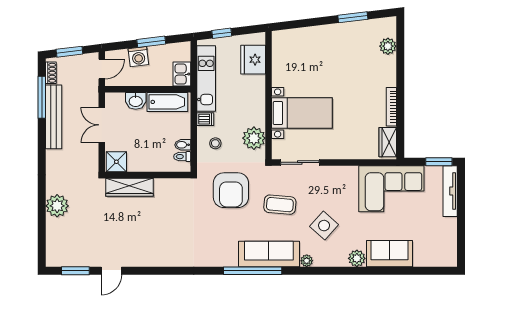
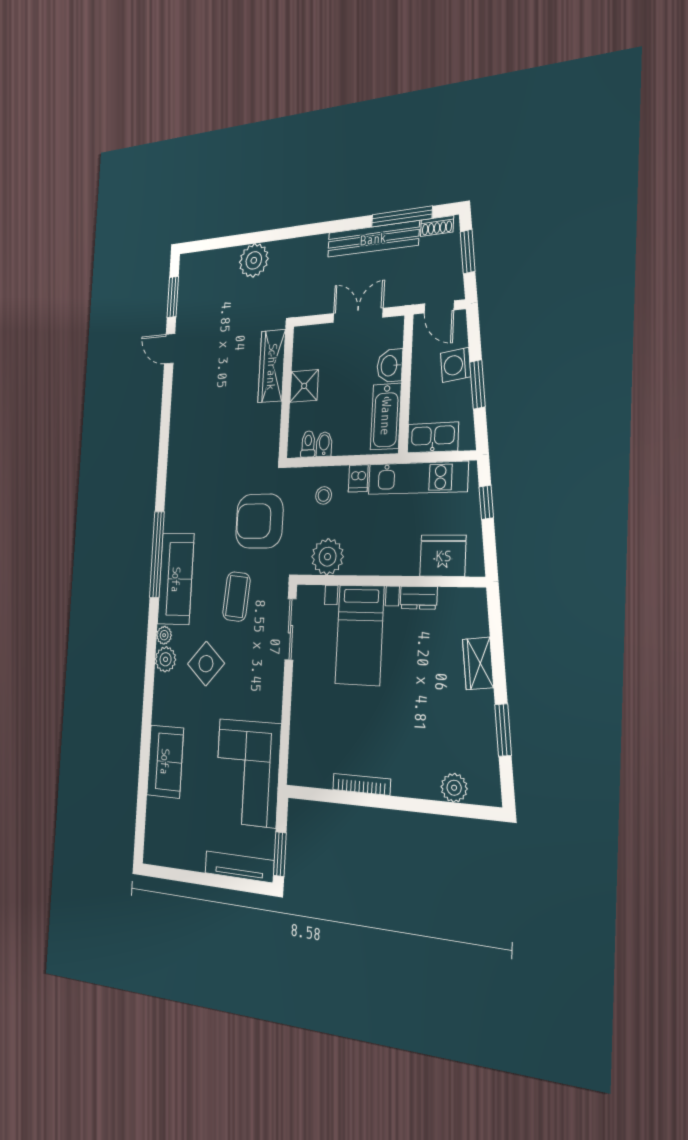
kitchen sink: (182, 74) -> (433, 437), width x1.38
dresser: (278, 74) -> (419, 598), added
wardrobe: (388, 142) -> (478, 663), moved, turned -97
shower: (116, 162) -> (304, 386), moved
plant: (357, 258) -> (166, 659), moved

